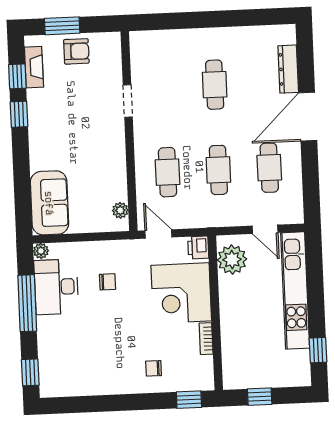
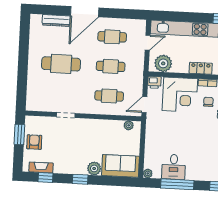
window: (62, 26) -> (19, 134), moved
cafe table: (215, 85) -> (61, 64), width x1.37, depth x1.35
window: (19, 114) -> (80, 179), moved
door: (308, 117) -> (85, 12), hinge flipped
plant: (41, 158) -> (94, 168), added
chair: (107, 282) -> (208, 102), moved
desk: (56, 287) -> (174, 167), width x0.73
locker: (230, 325) -> (201, 68), added

